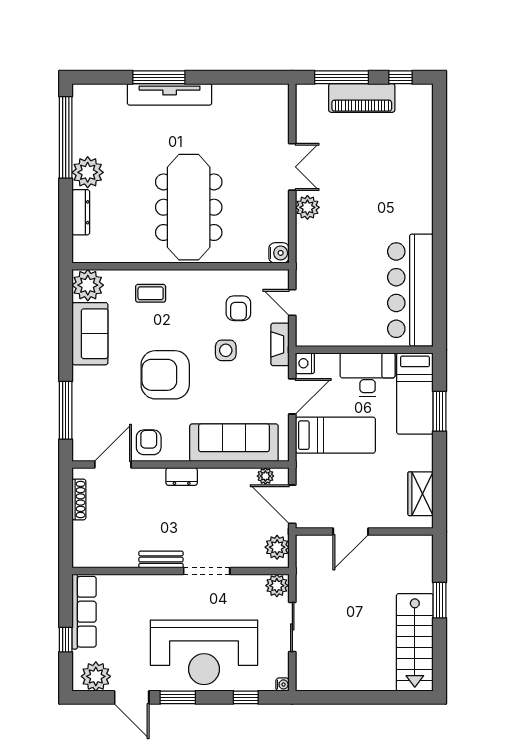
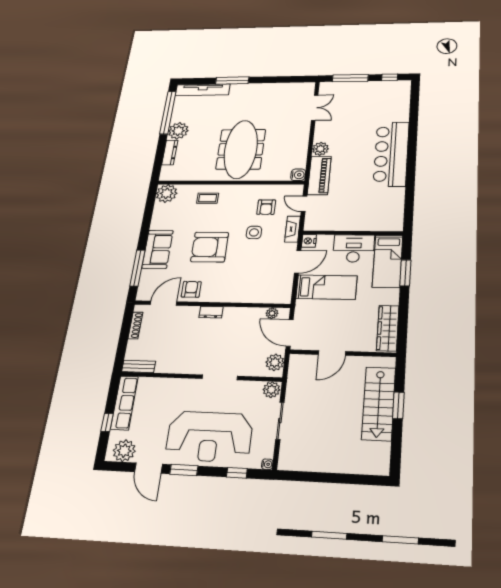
tv unit: (170, 94) -> (203, 90), moved
piano: (362, 98) -> (319, 175), moved, turned -90
double door: (292, 167) -> (315, 108), moved
bar counter: (410, 290) -> (391, 154), moved
sofa: (90, 334) -> (158, 249), moved
sofa: (234, 443) -> (252, 291), removed
wardrobe: (421, 494) -> (388, 328), width x1.50
bench: (161, 560) -> (139, 366), moved
stairs: (415, 642) -> (379, 404), moved

